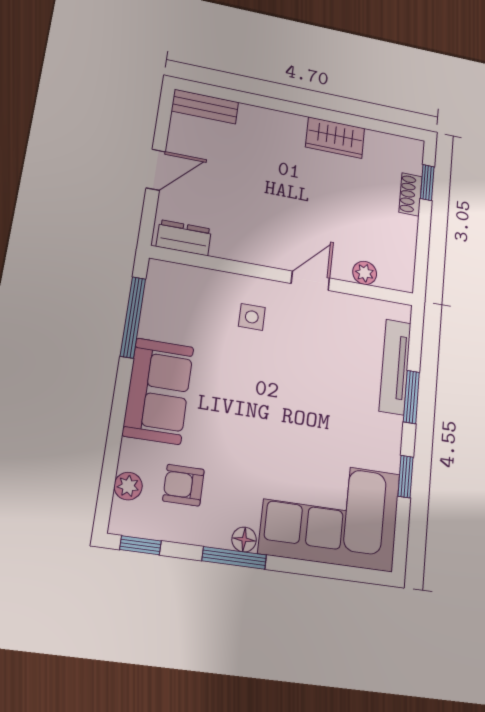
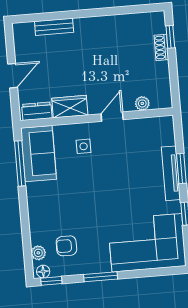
bench: (205, 107) -> (54, 27), moved
wardrobe: (335, 138) -> (70, 107), moved, turned 180
tv unit: (395, 367) -> (171, 173), moved
sofa: (158, 391) -> (38, 154), moved
floor lamp: (244, 540) -> (43, 272), moved

